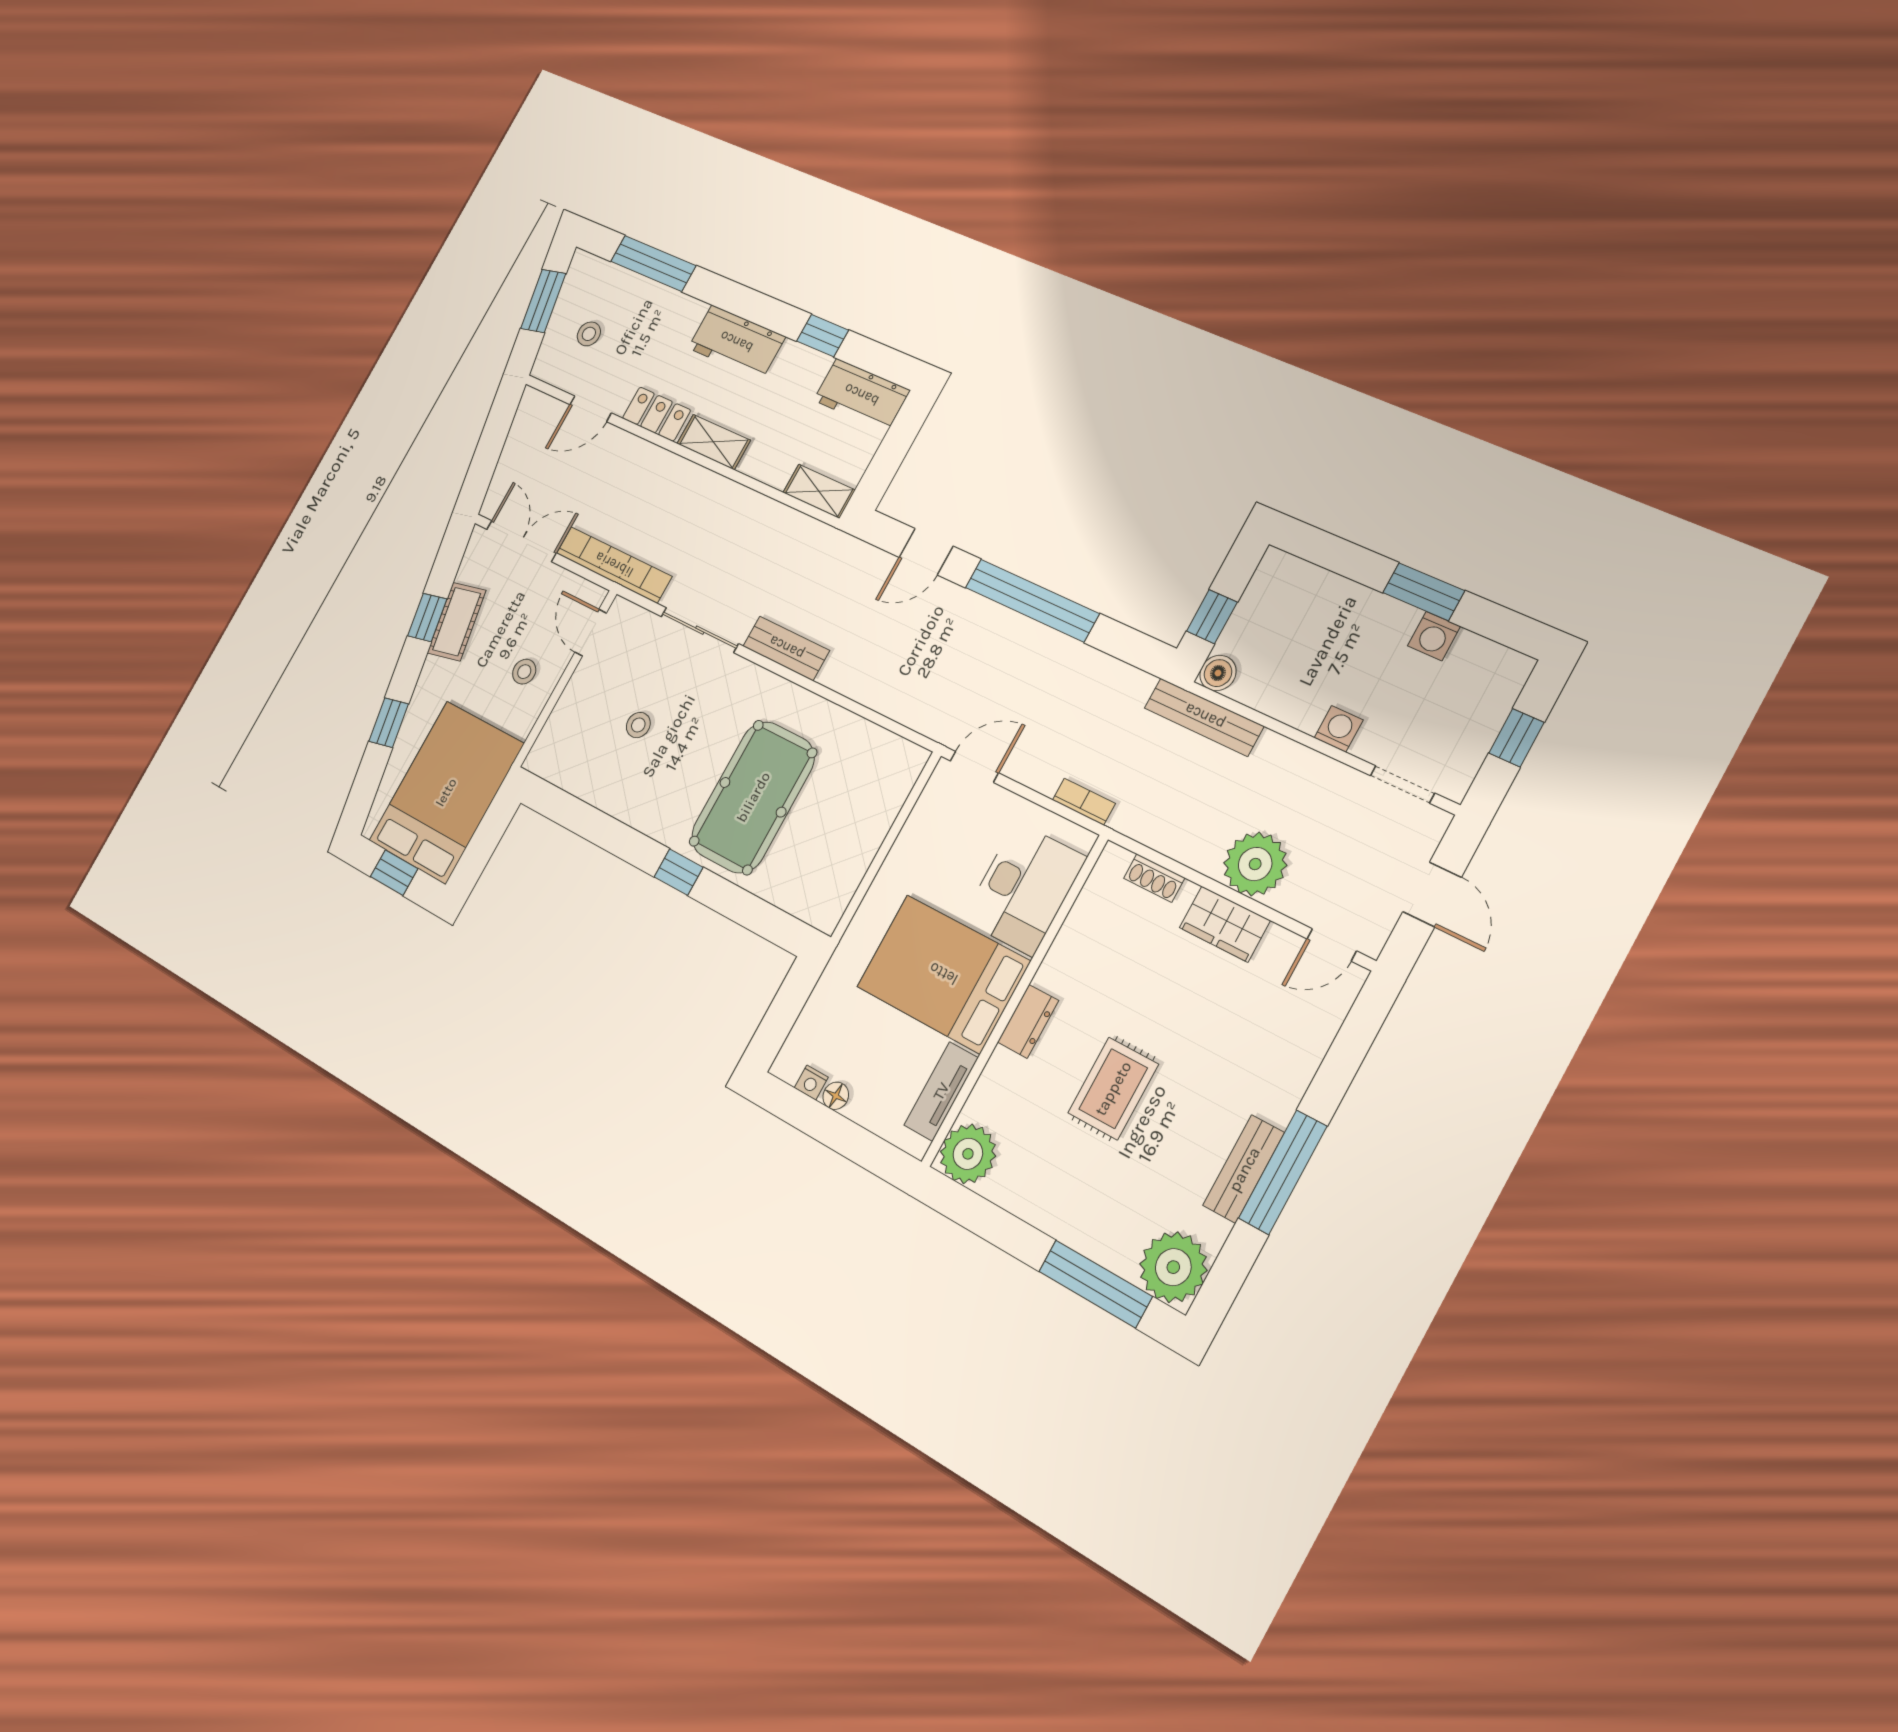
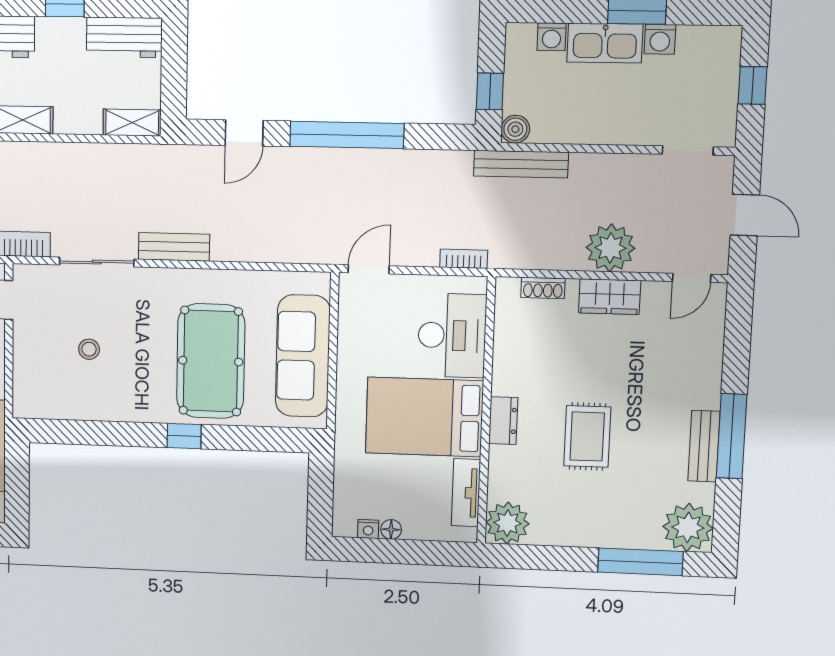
kitchen sink: (1369, 614) -> (605, 43), added
washing machine: (1339, 729) -> (552, 37), moved, turned 180
sofa: (851, 837) -> (303, 356), added

